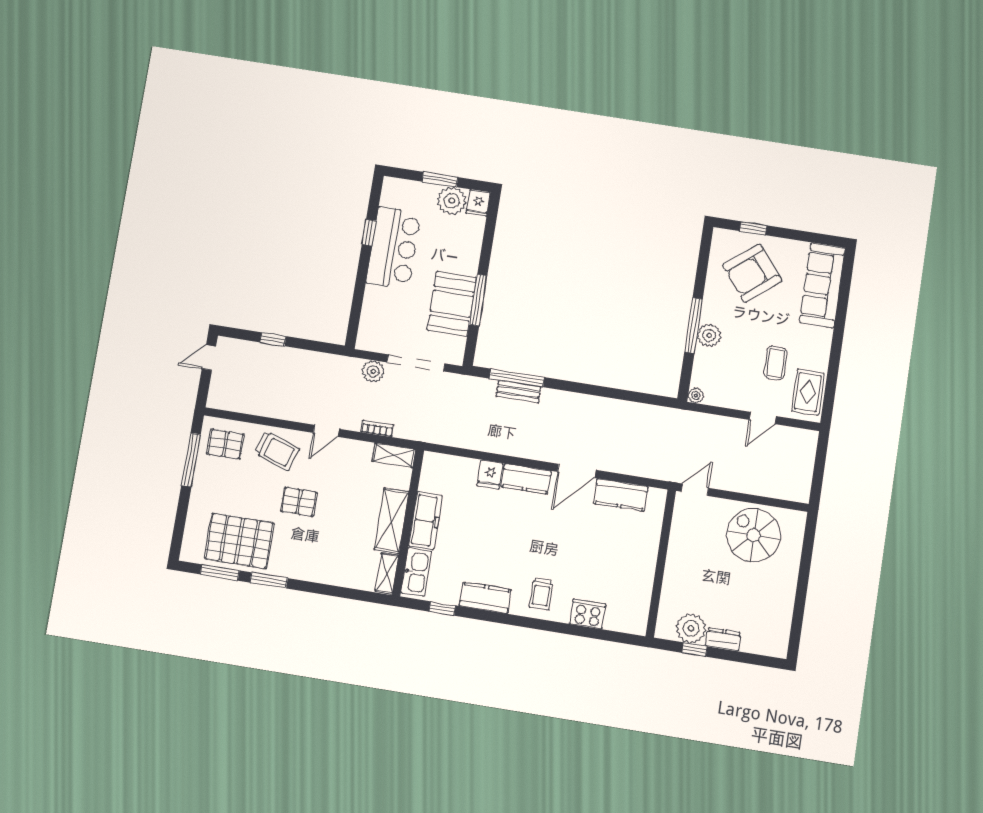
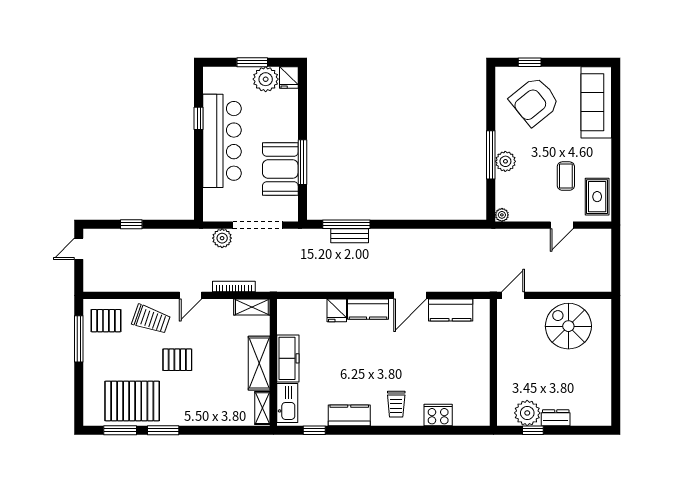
bar counter: (394, 248) -> (222, 141), width x1.36
bookcase: (377, 428) -> (234, 286), width x1.56

